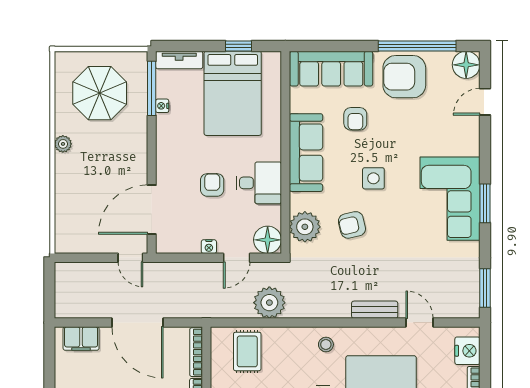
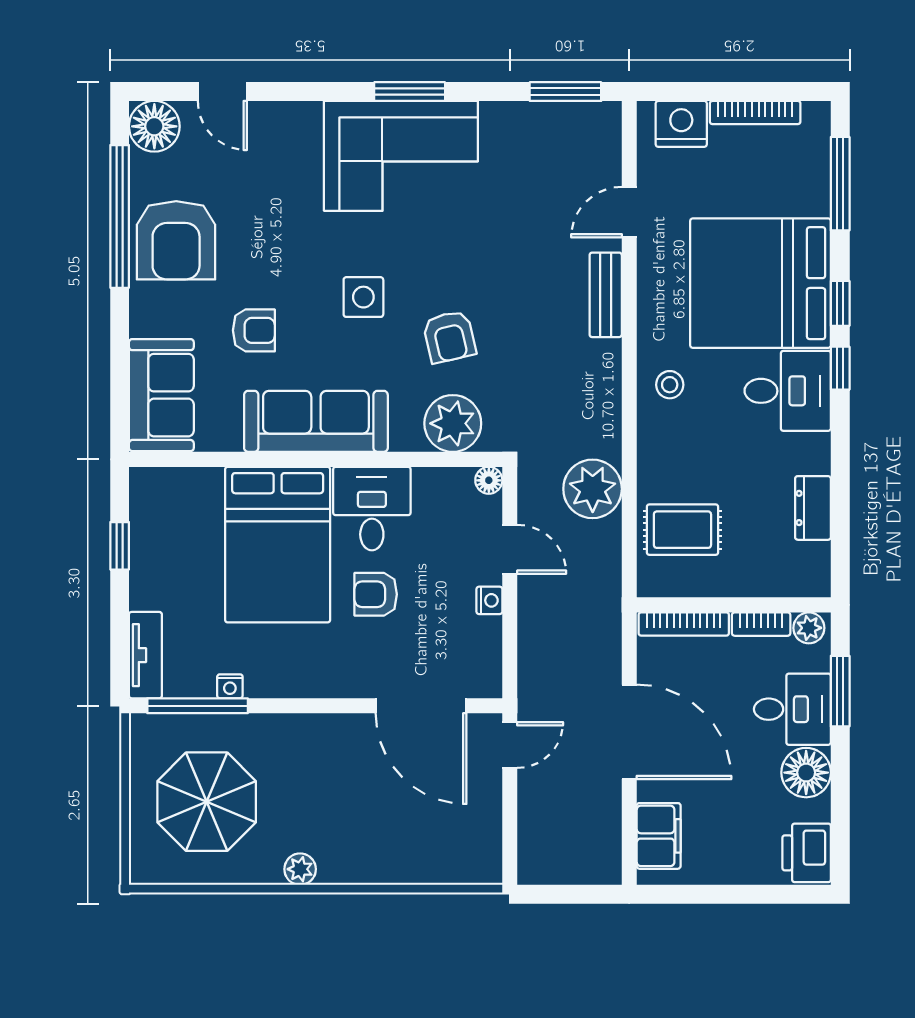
sofa: (331, 69) -> (161, 395), width x0.73
bed: (233, 93) -> (278, 545), moved, turned 90
floor lamp: (268, 240) -> (489, 480), width x0.53, depth x0.53
door: (138, 323) -> (629, 732), hinge flipped

